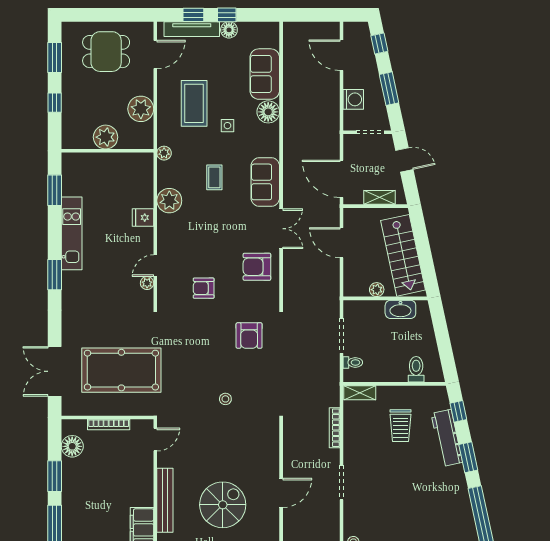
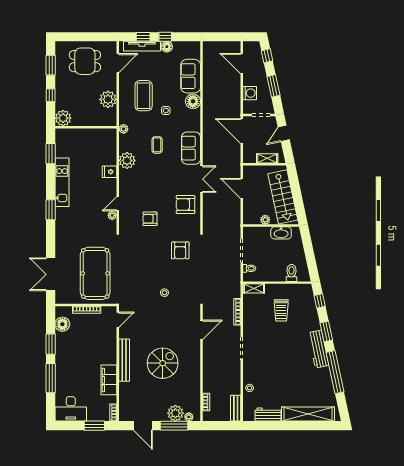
plant: (106, 137) -> (63, 118), moved
door: (404, 160) -> (284, 133), swing flipped
door: (341, 179) -> (242, 131), moved
pool table: (121, 370) -> (95, 273), turned 90
workbench: (447, 438) -> (318, 349), moved
door: (281, 493) -> (202, 330), moved

